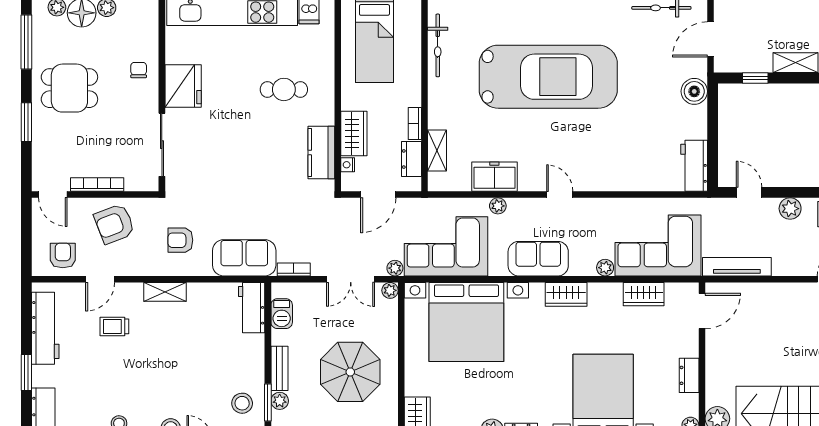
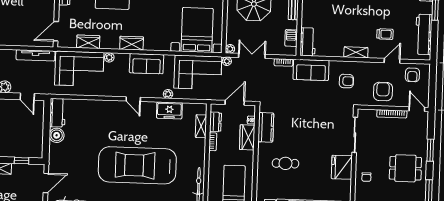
boiler: (694, 91) -> (57, 135), moved
armchair: (114, 224) -> (383, 91), turned -69
bed with nightstands: (466, 322) -> (197, 30), width x0.73

